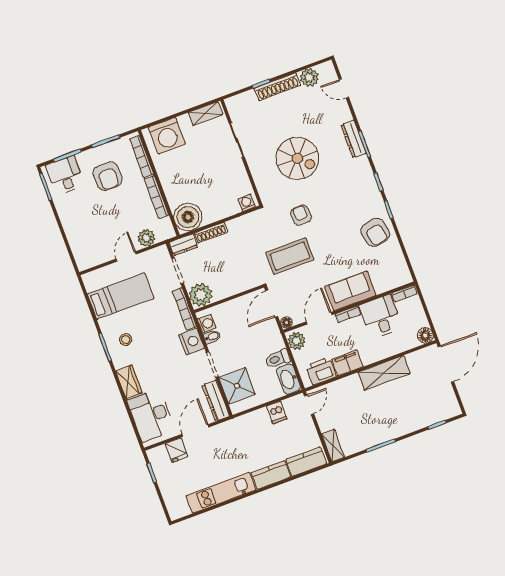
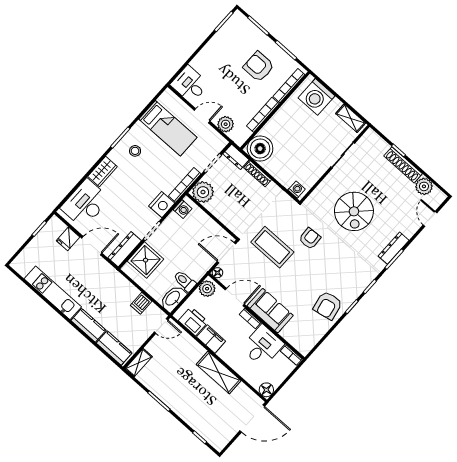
desk: (65, 175) -> (190, 84), moved, turned -90
armchair: (108, 176) -> (259, 67), turned 90
bidet: (212, 337) -> (174, 219), removed

